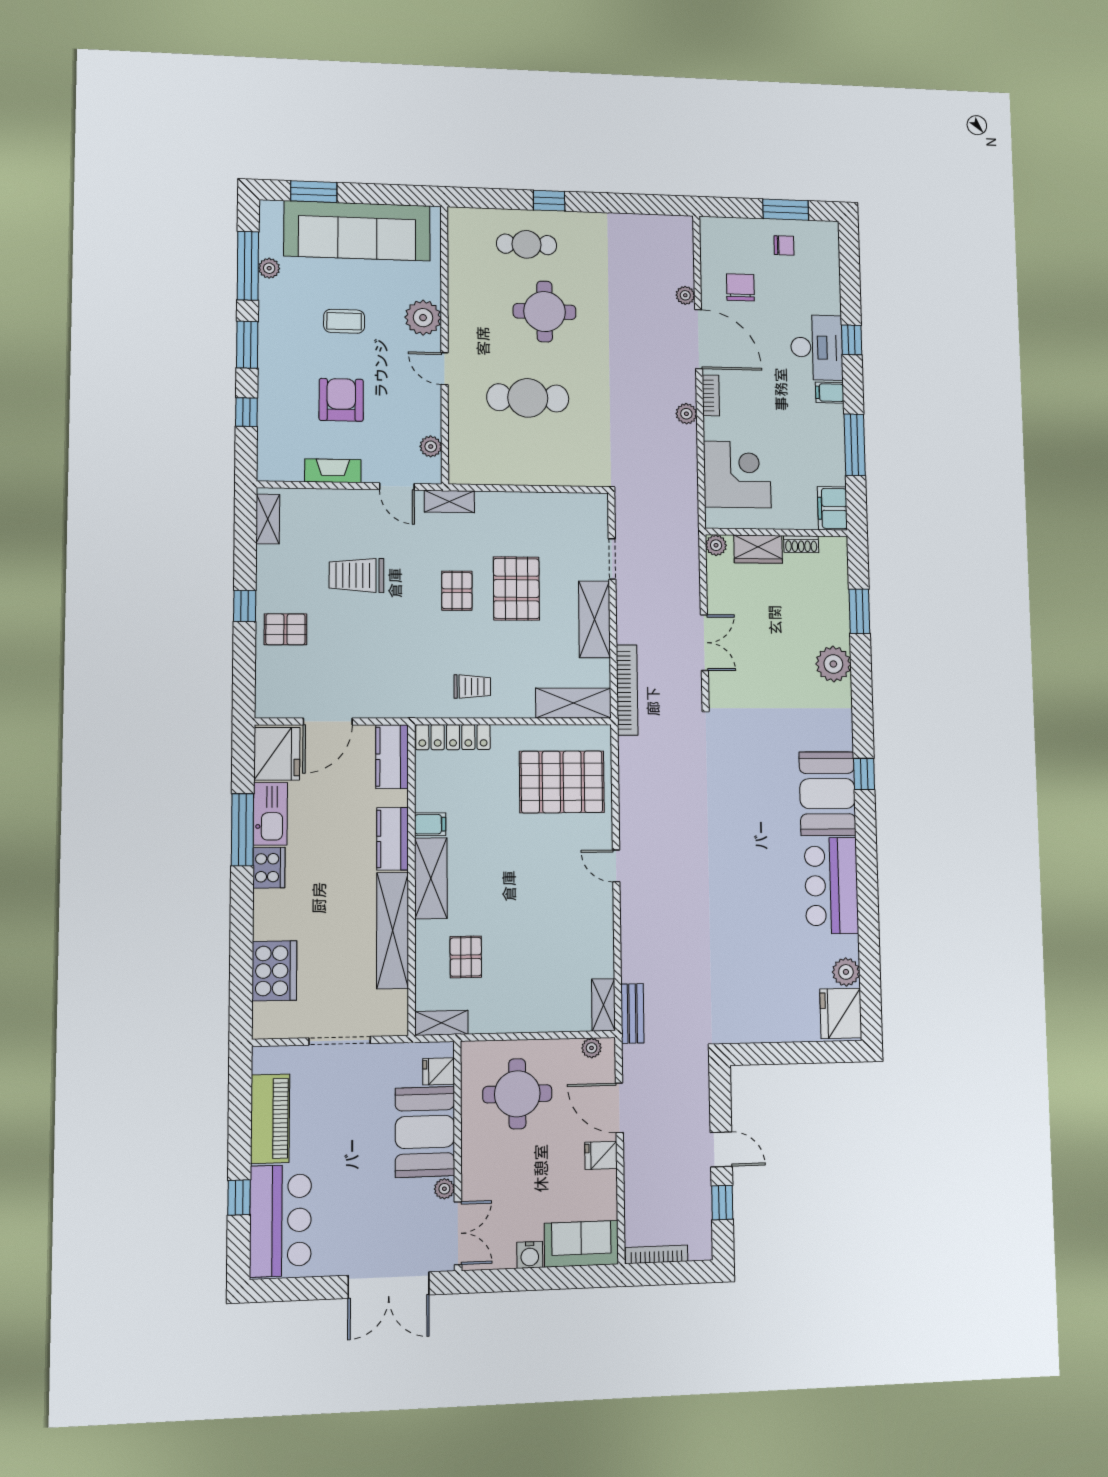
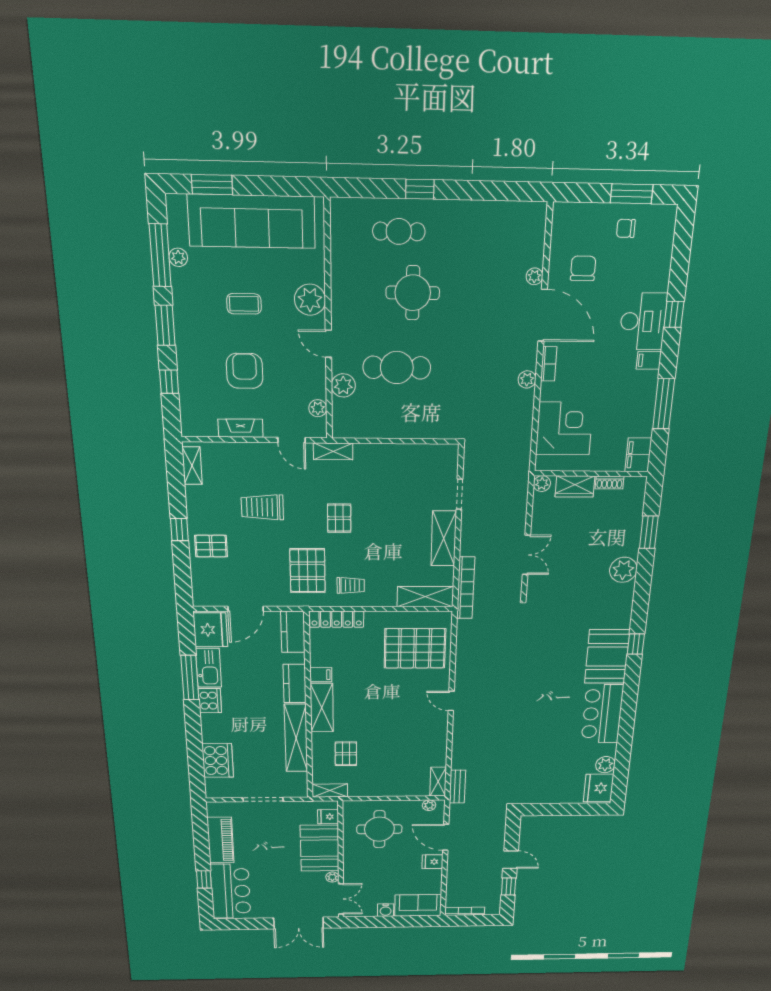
chair: (784, 245) -> (626, 228), turned 180
plant: (463, 419) -> (343, 385), added
pallet: (516, 588) -> (308, 571), moved

